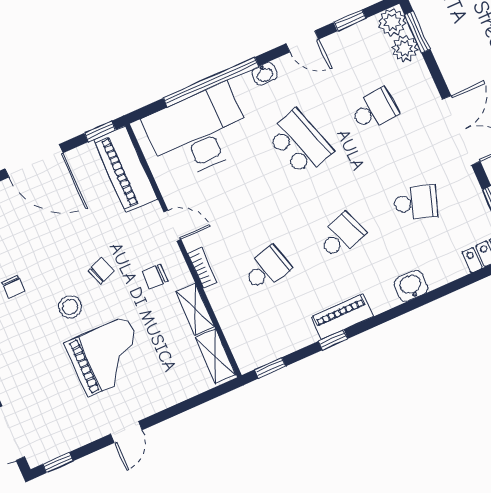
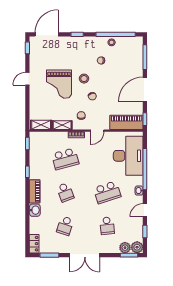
school desk: (267, 269) -> (65, 159), width x1.85
piano: (342, 317) -> (35, 191), moved
door: (126, 432) -> (27, 79), hinge flipped

